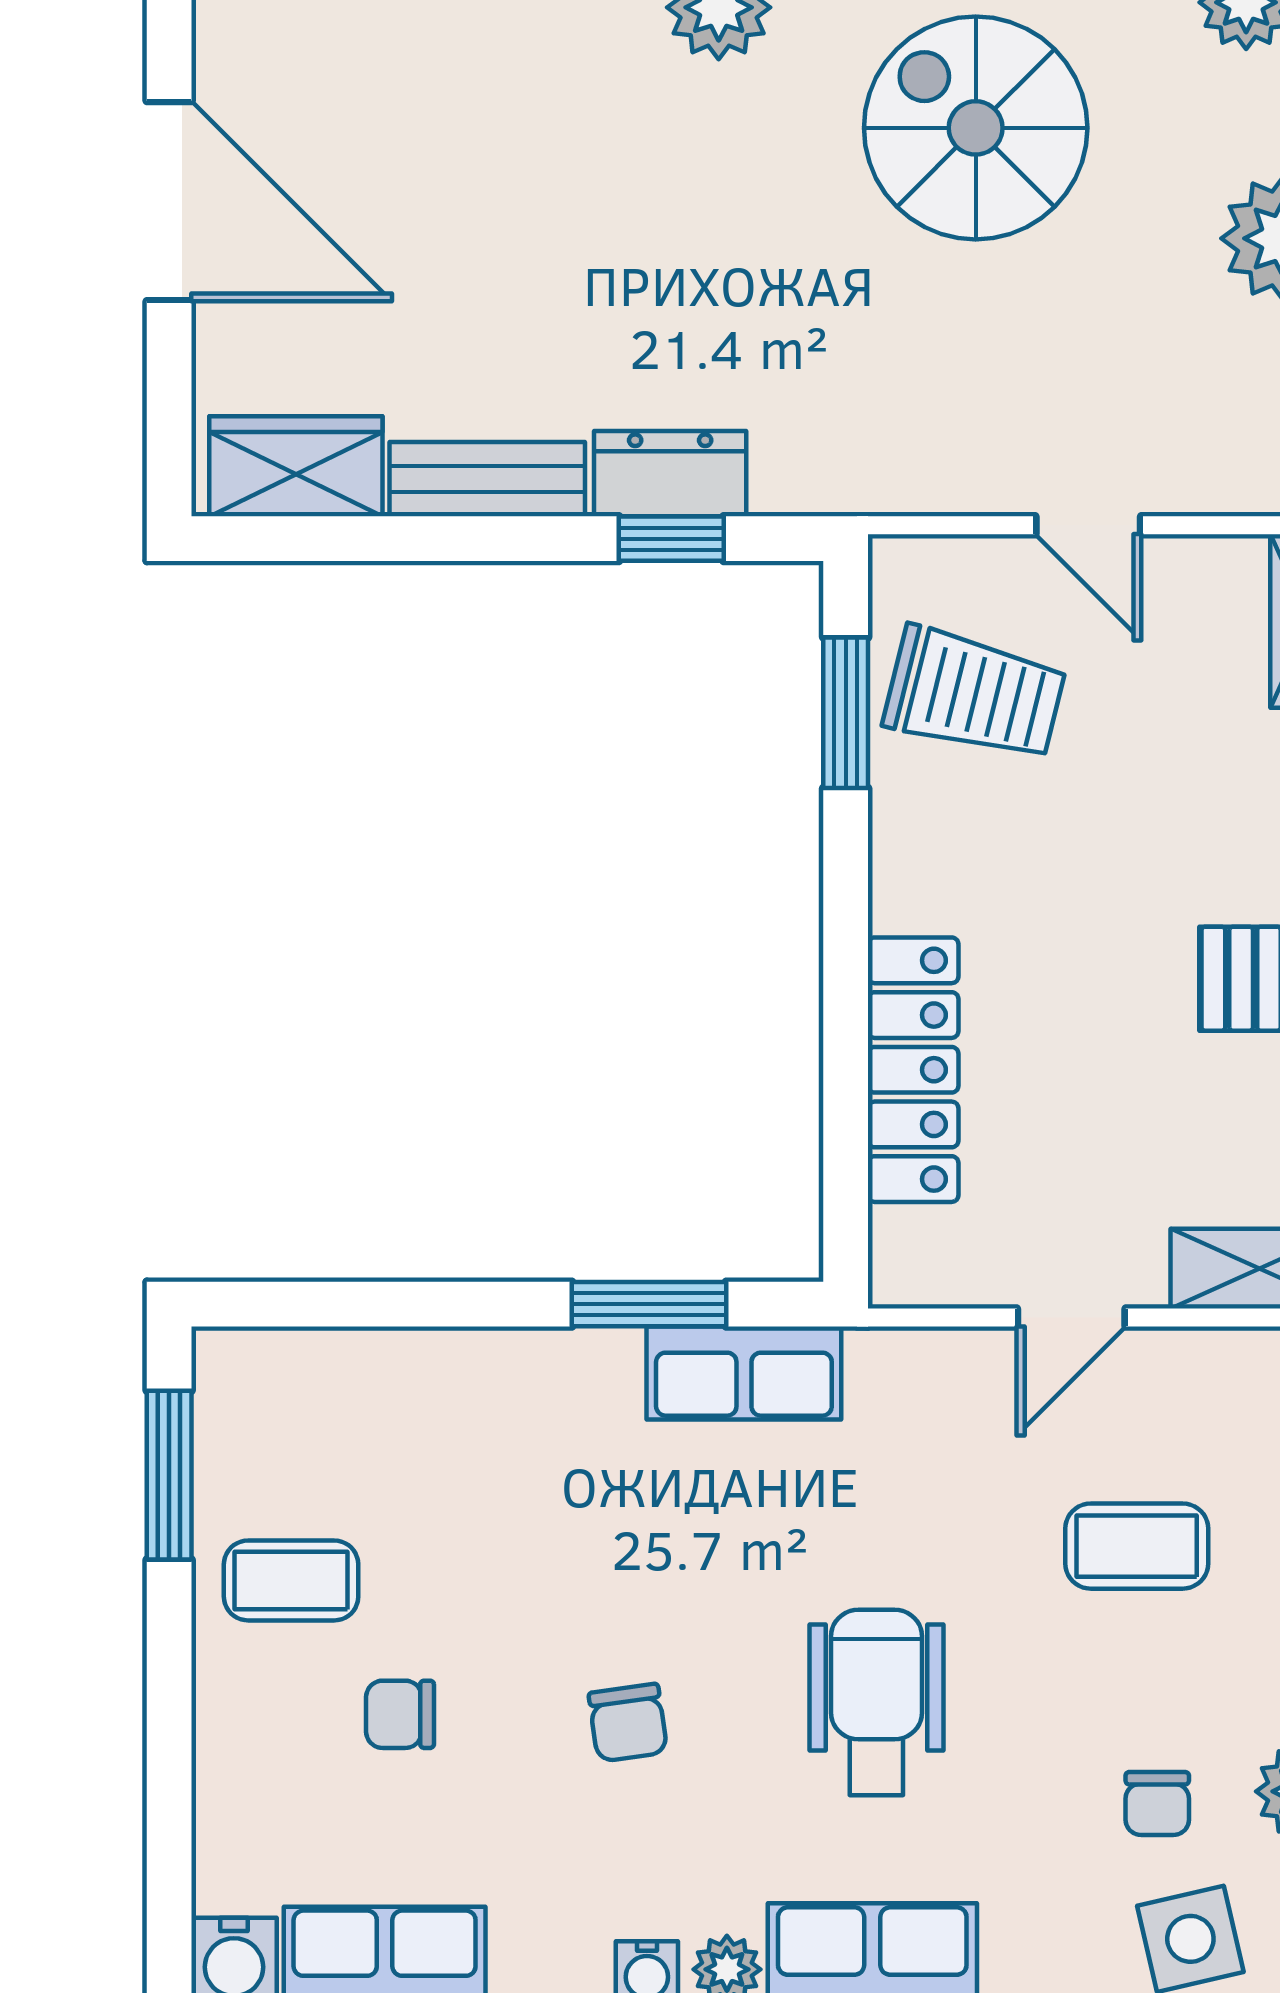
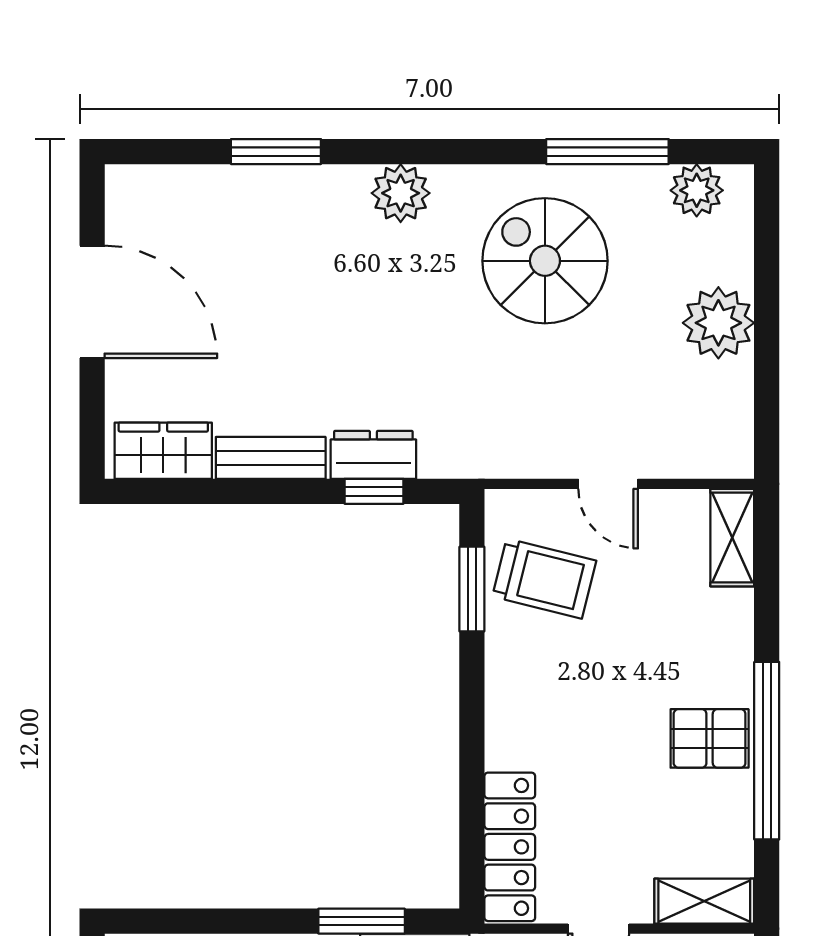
locker: (913, 1070) -> (510, 847), moved

